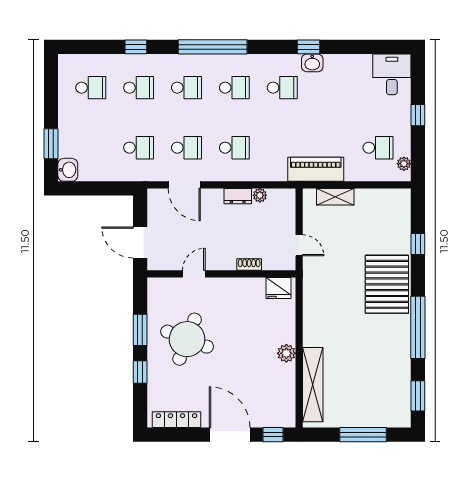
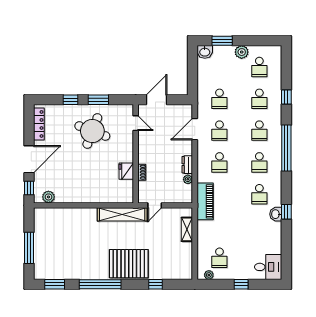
plant: (68, 114) -> (242, 52), added
piano: (316, 169) -> (205, 201), moved
door: (194, 274) -> (136, 123), moved
fridge: (279, 288) -> (126, 171), moved
plant: (286, 353) -> (48, 197), moved
shelving: (313, 385) -> (122, 214), moved

